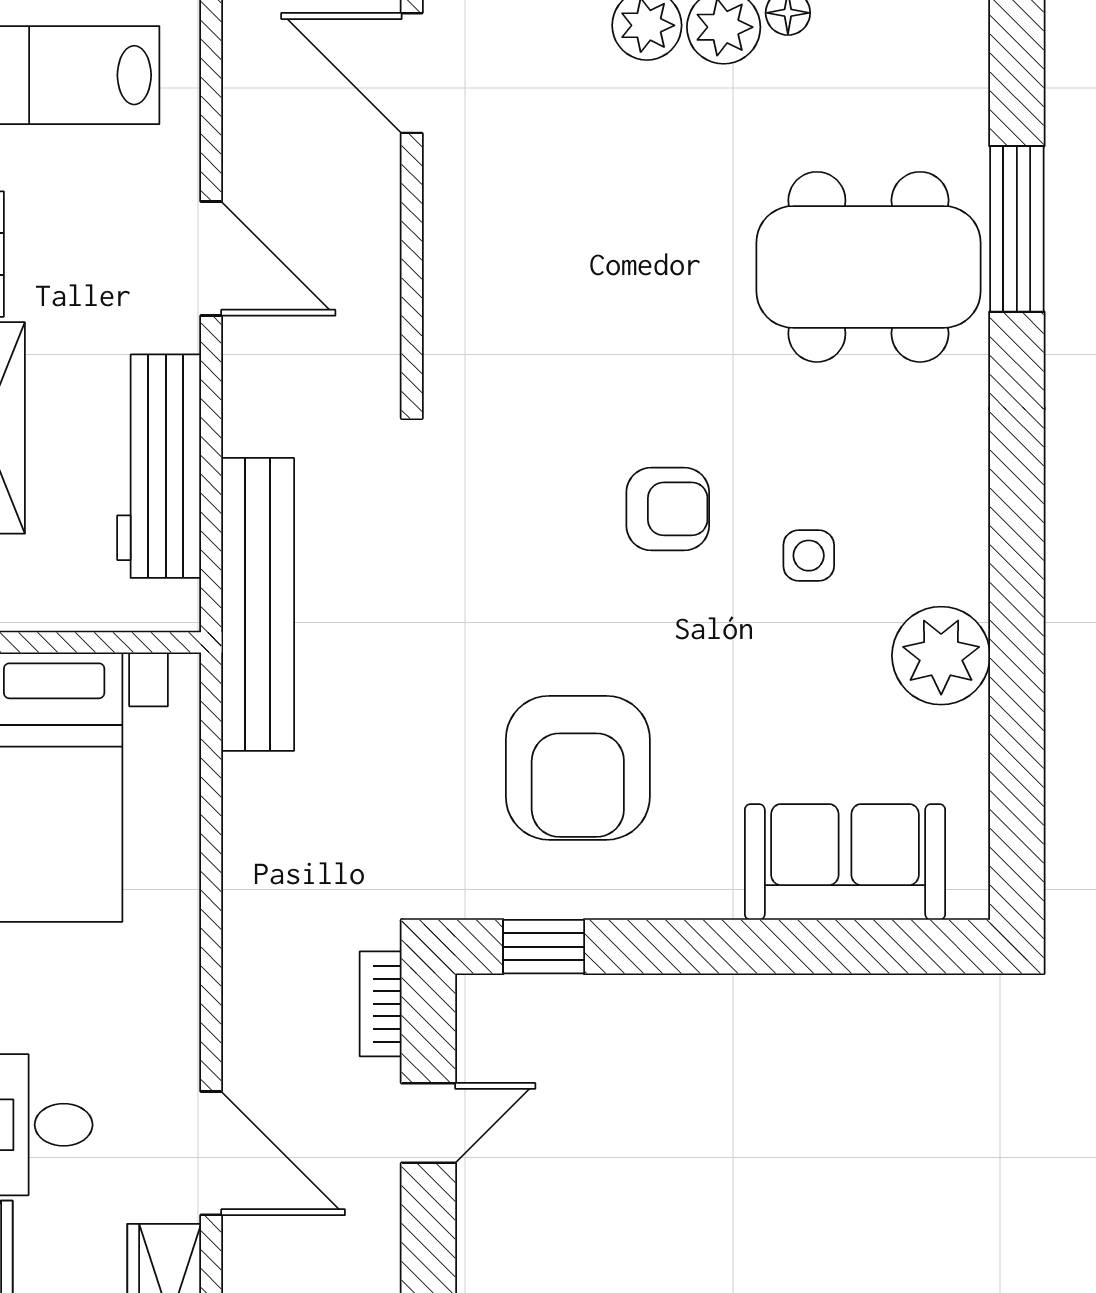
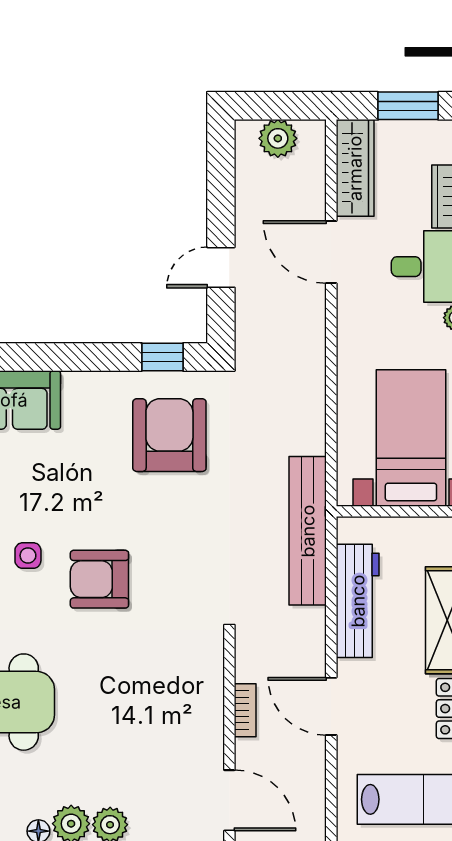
armchair: (668, 509) -> (99, 579), width x1.38, depth x1.38
armchair: (578, 768) -> (169, 435), moved
bookcase: (381, 1004) -> (245, 710), moved

